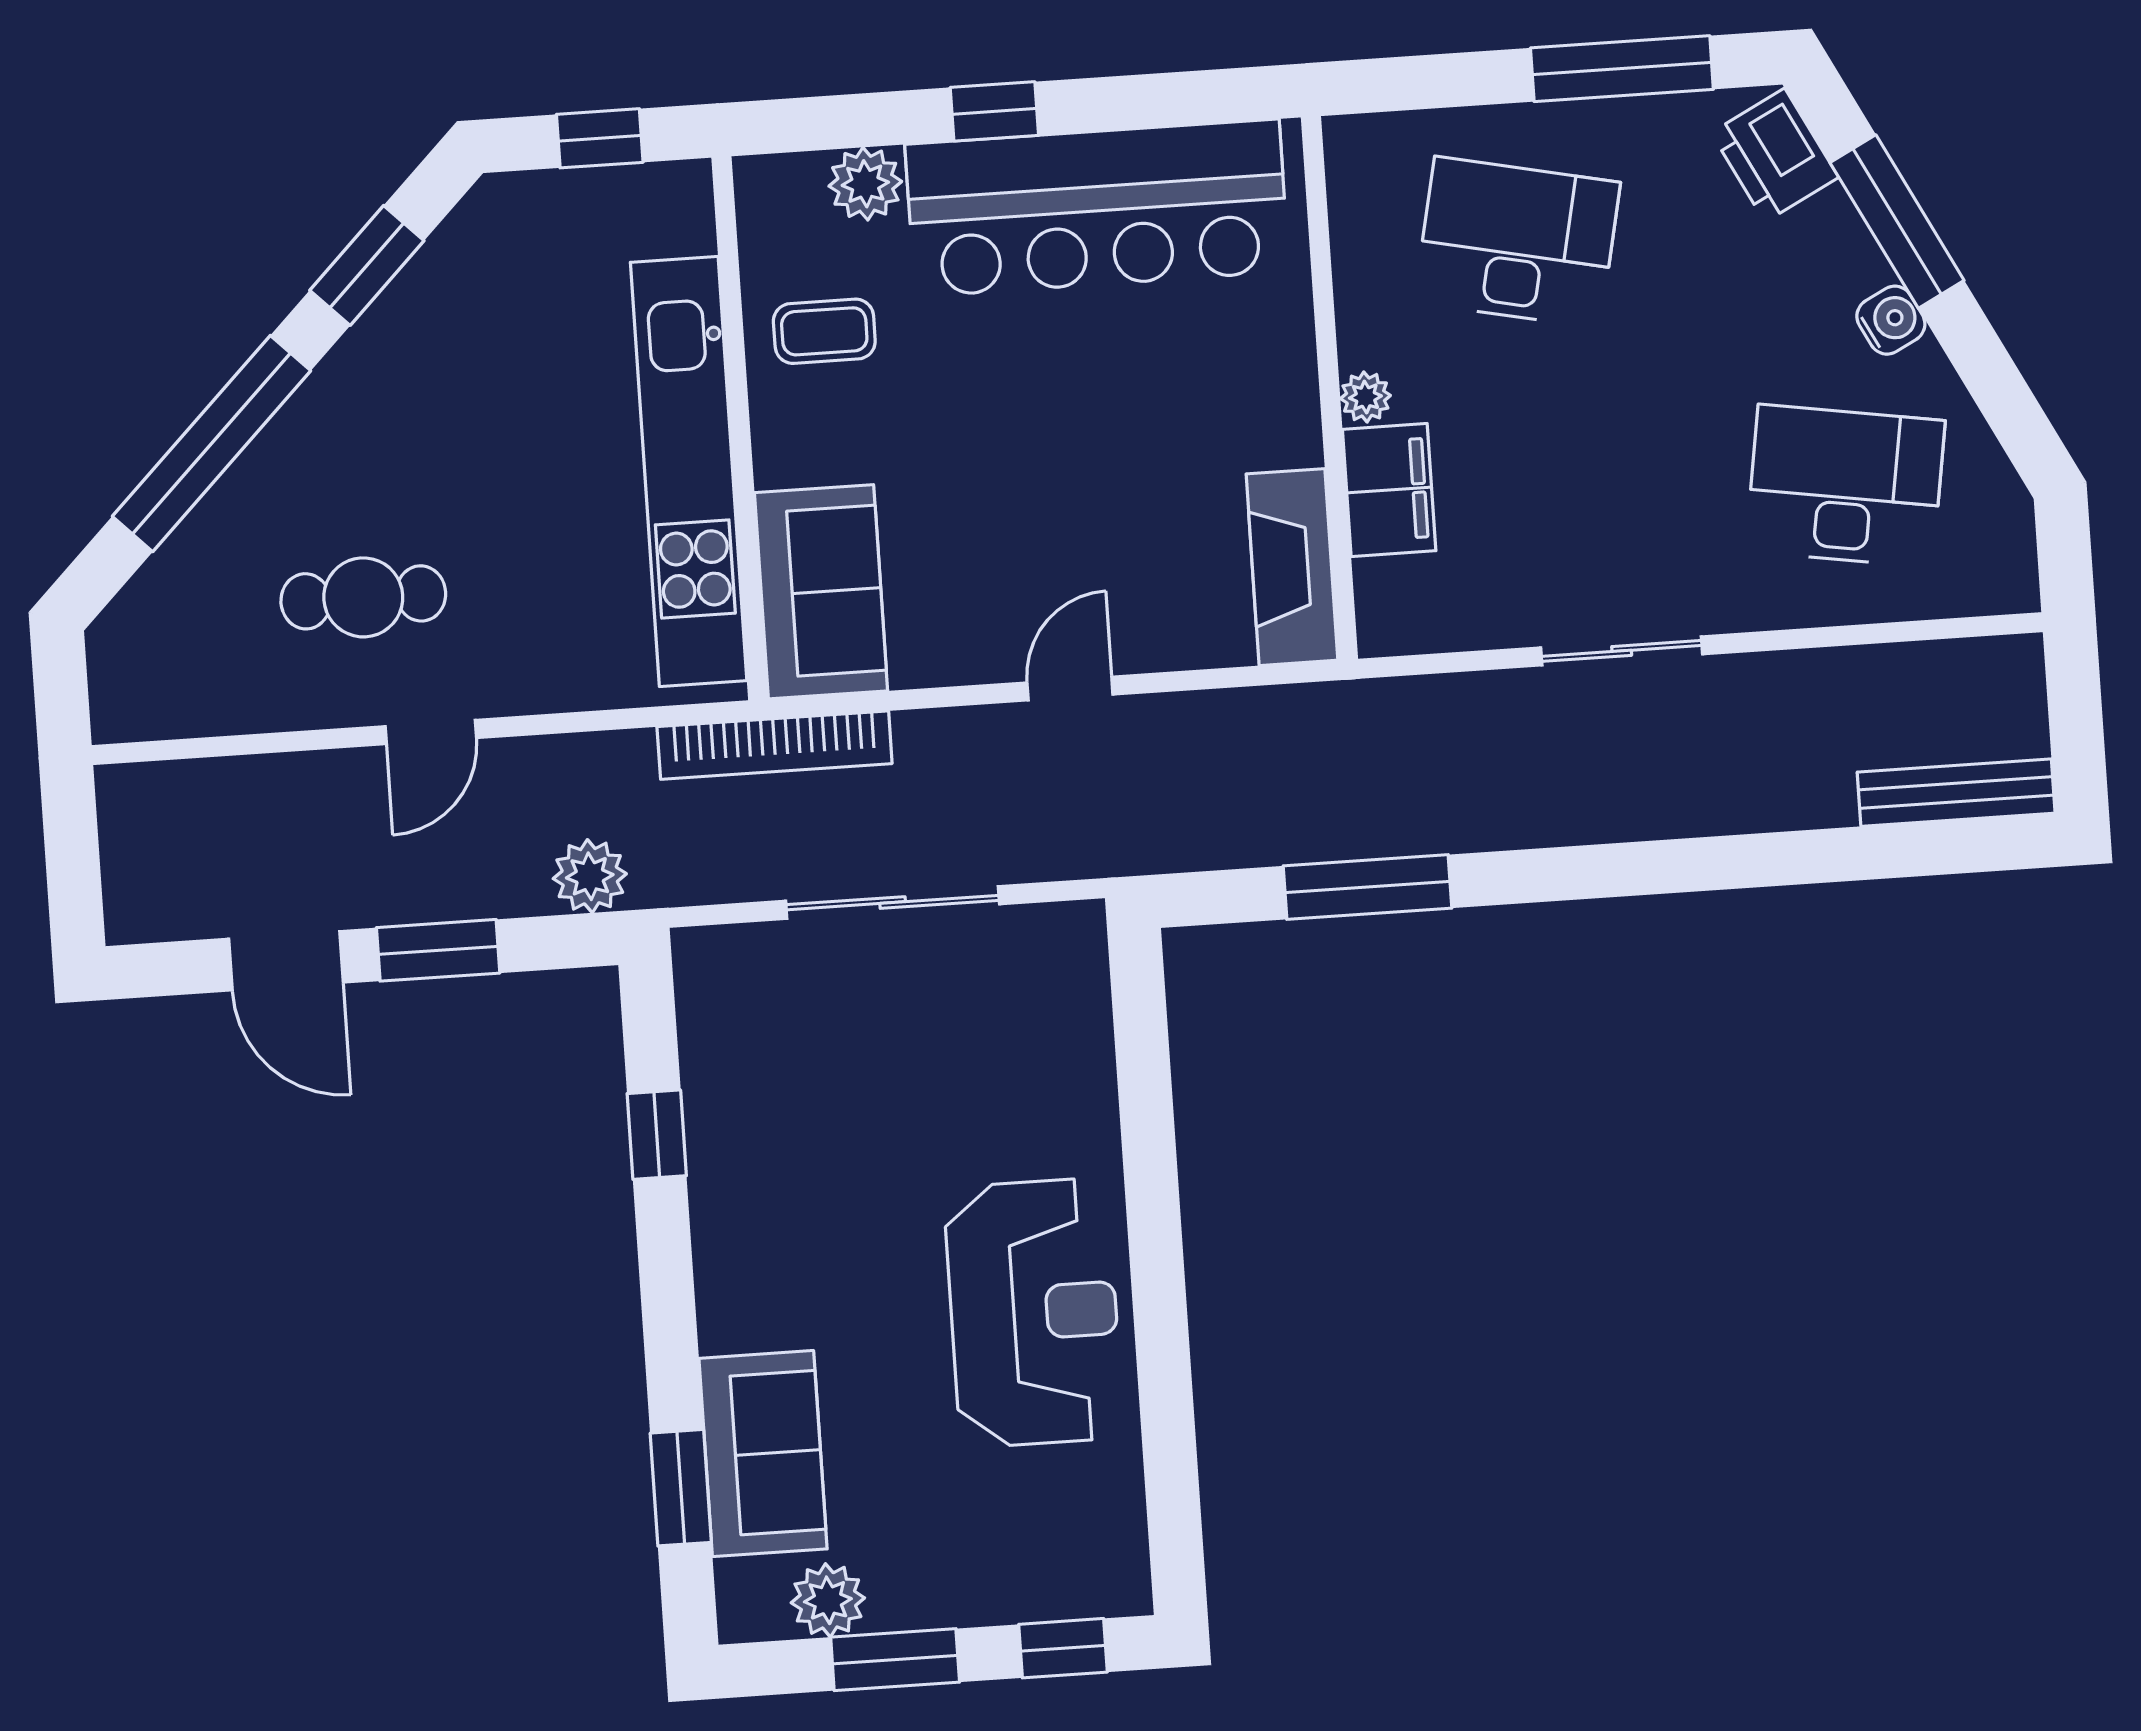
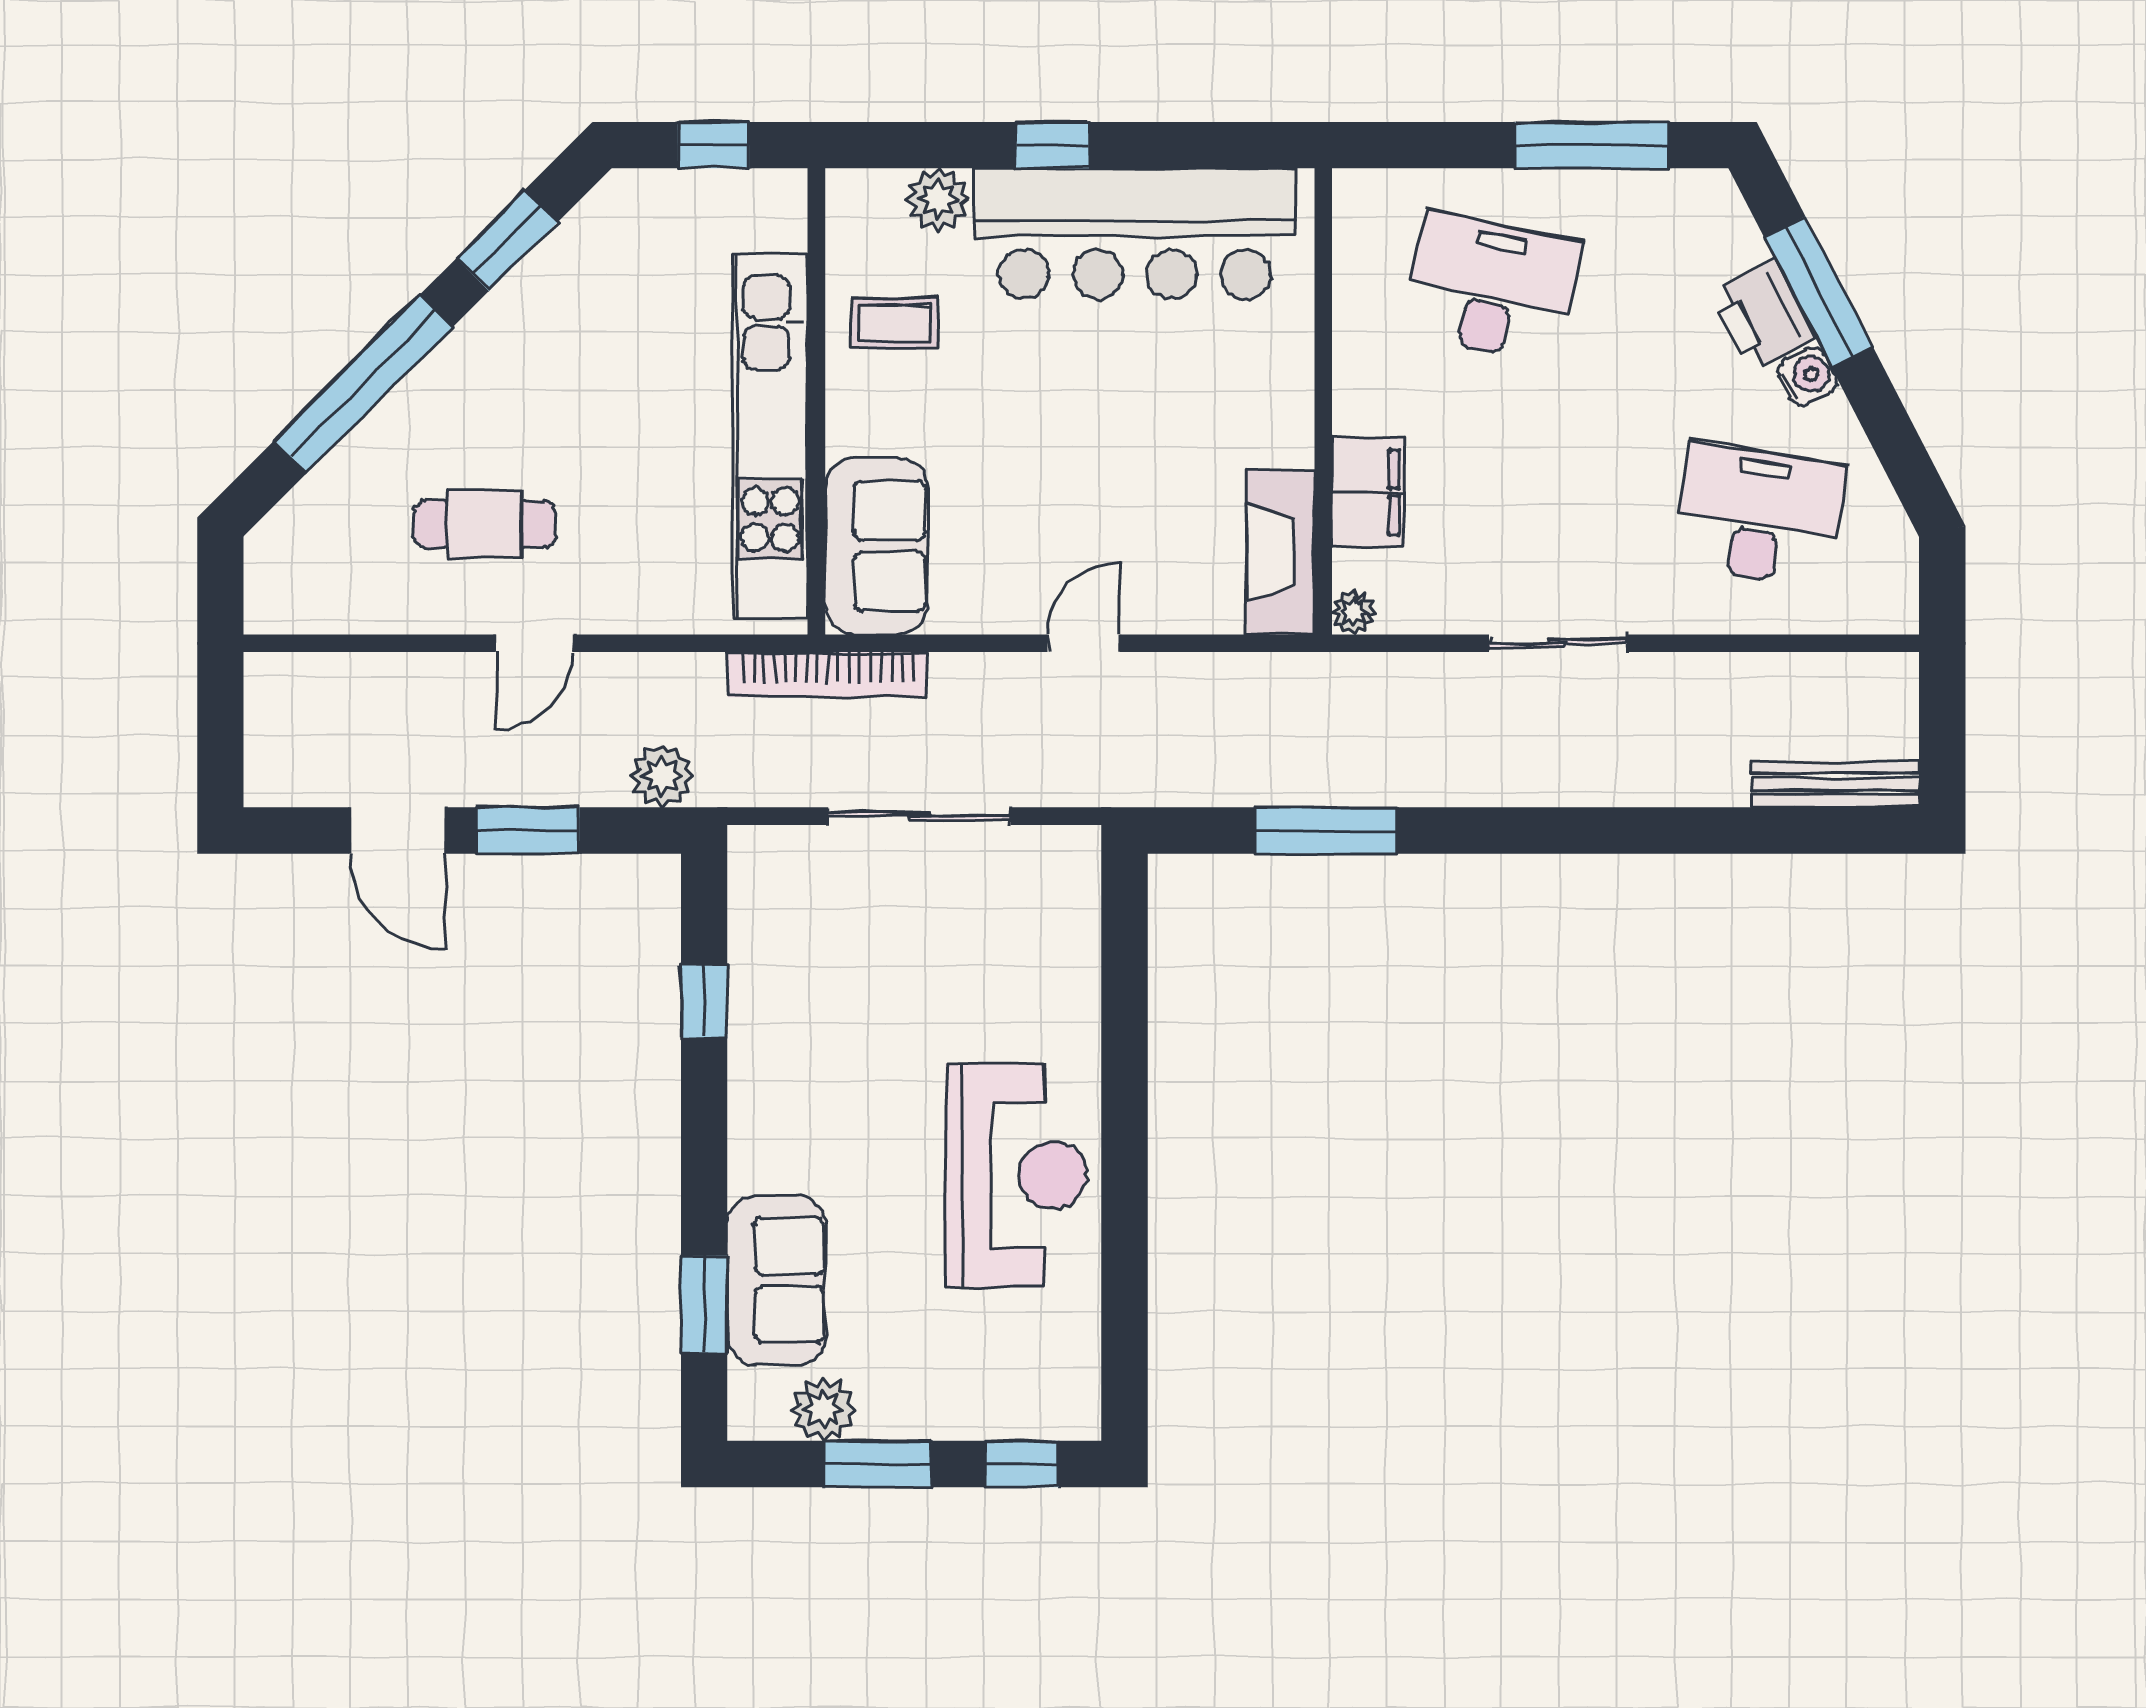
printer: (1775, 155) -> (1763, 315), moved
plant: (1365, 397) -> (1353, 612), moved

